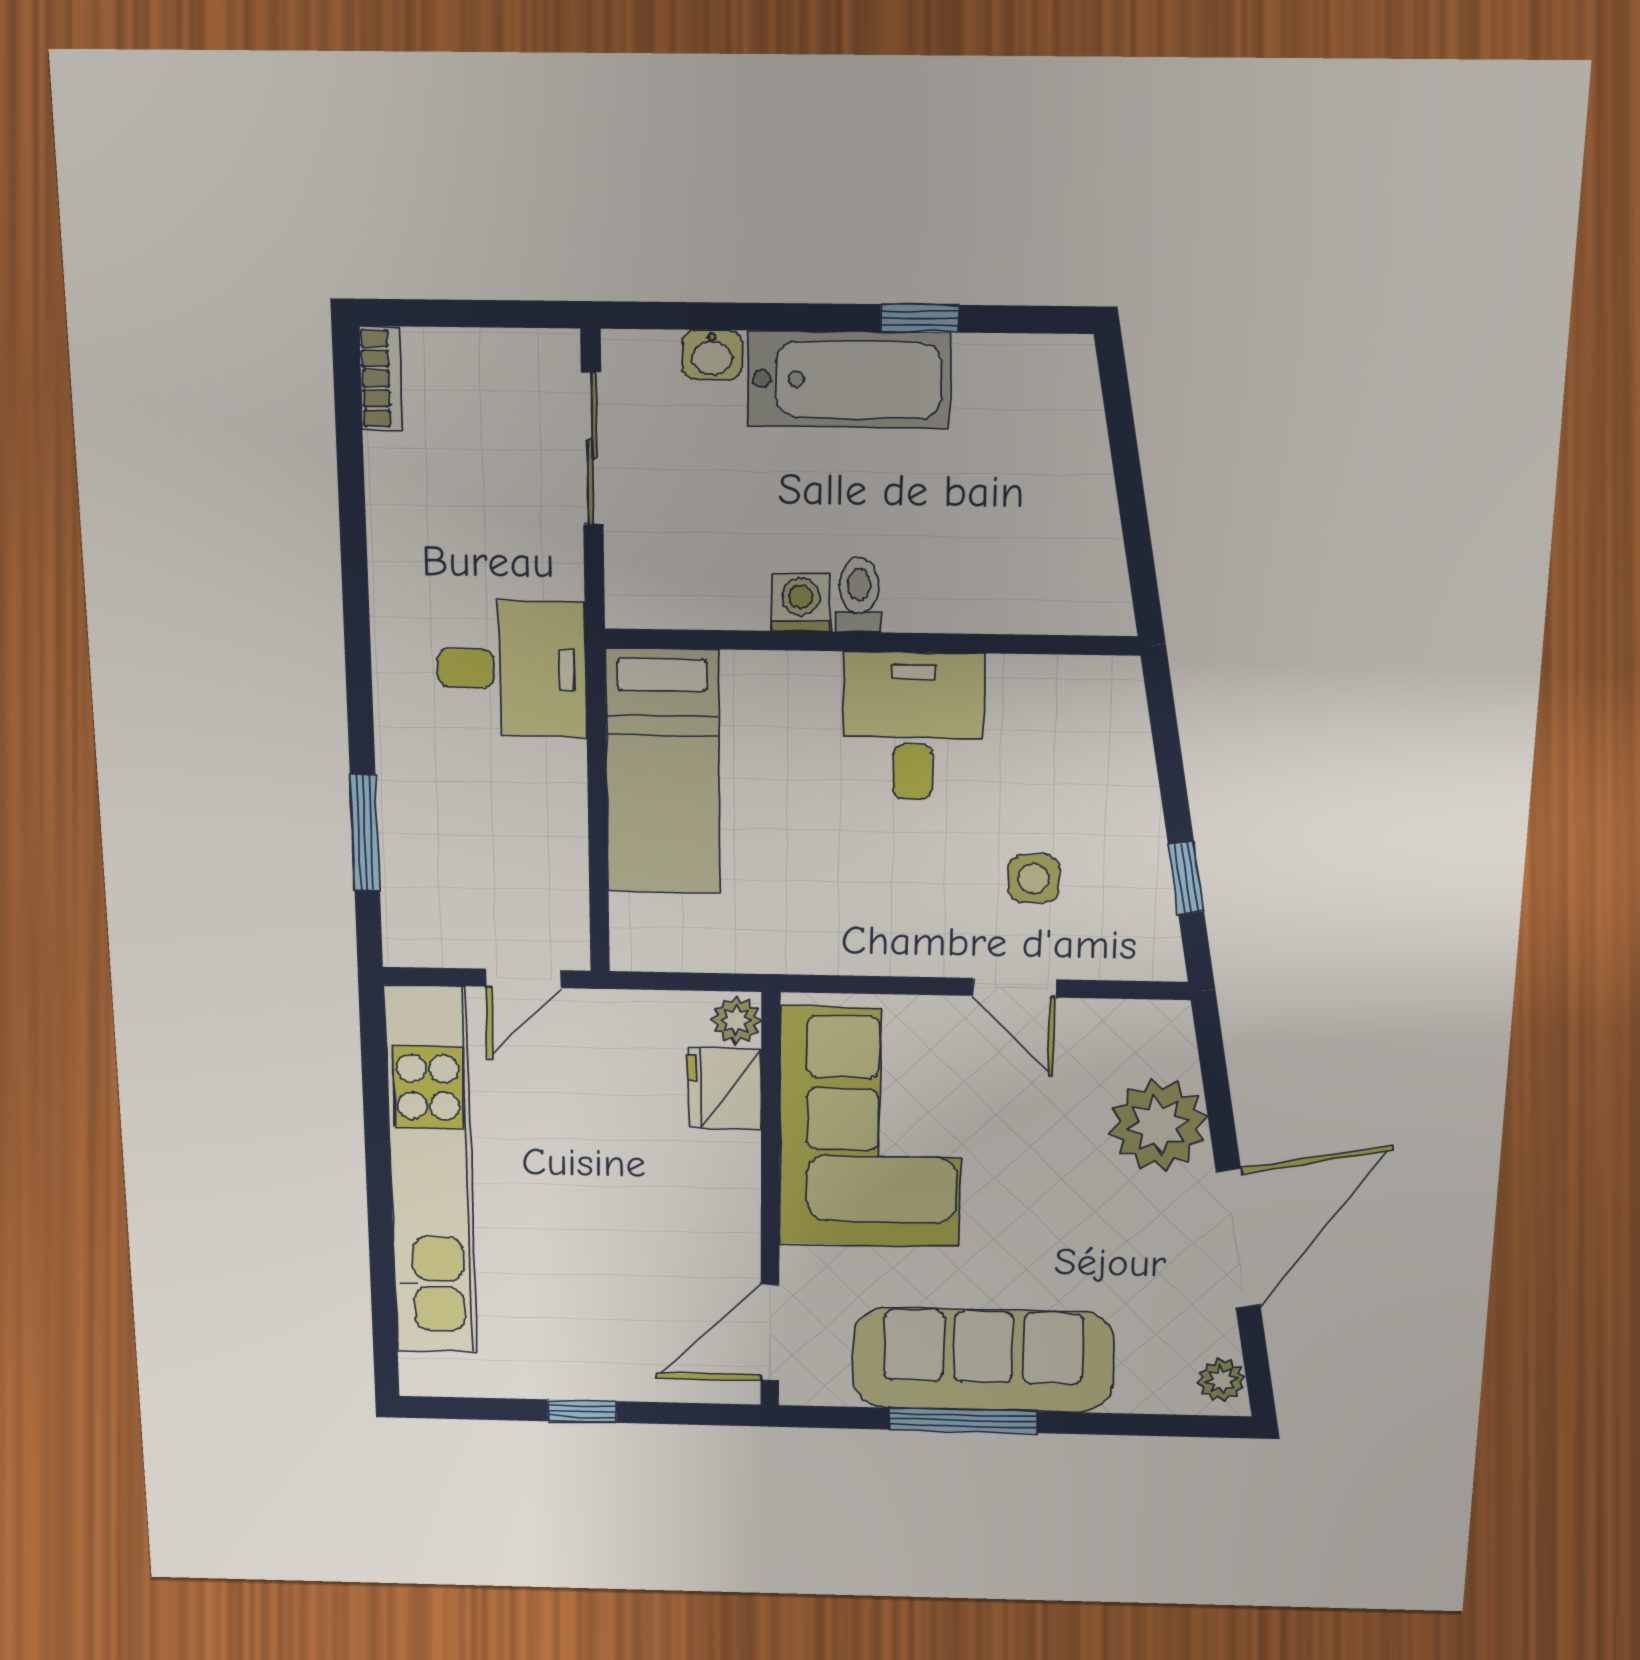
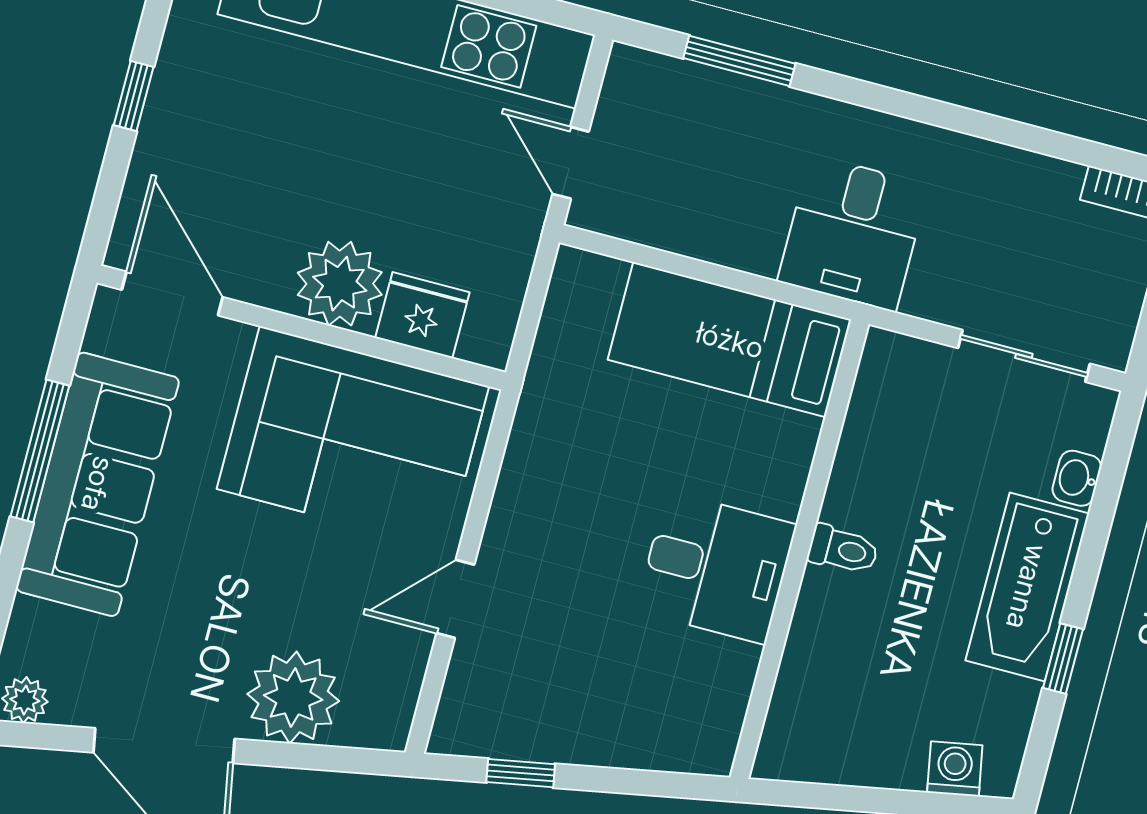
washing machine: (801, 602) -> (955, 769), moved, turned -100
side table: (1034, 879) -> (553, 640), removed
plant: (736, 1020) -> (340, 284), moved, width x1.87, depth x1.87

